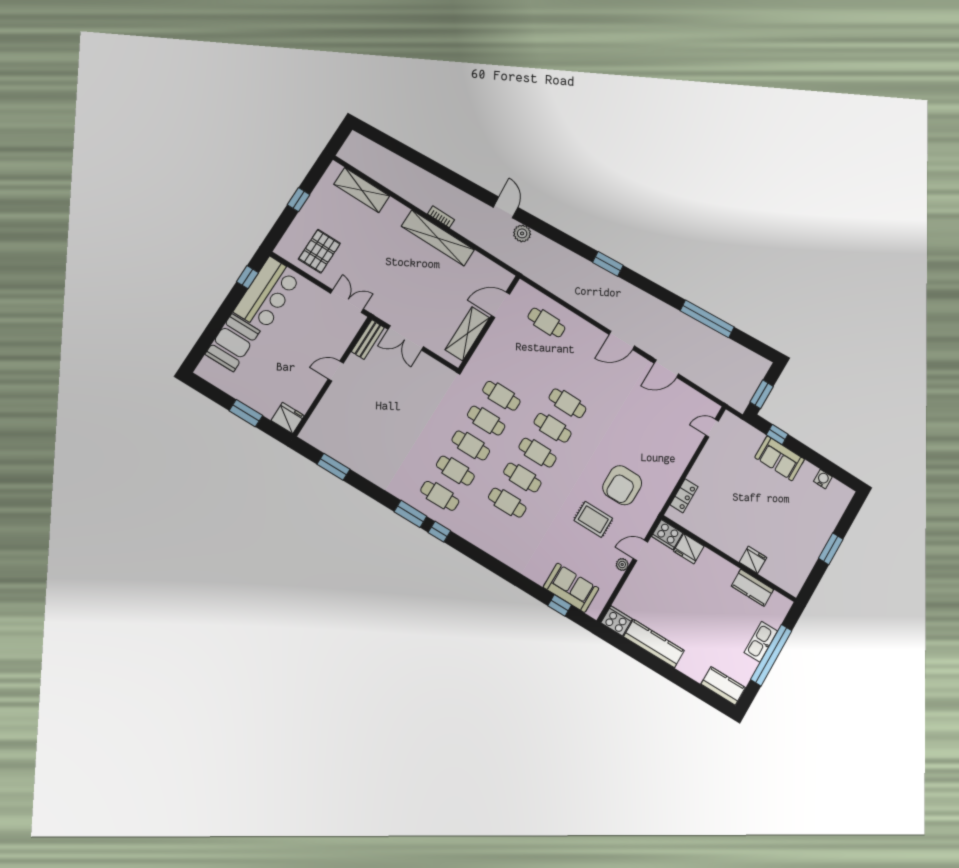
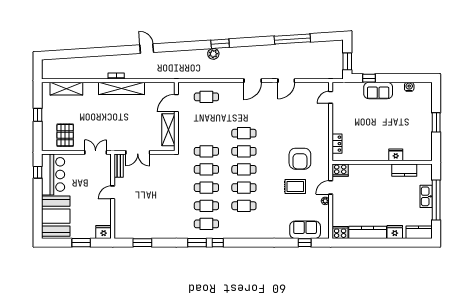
plant: (522, 233) -> (213, 54), moved
booth: (233, 343) -> (56, 216), width x1.36, depth x1.42
fridge: (689, 549) -> (395, 232), moved, turned 180

